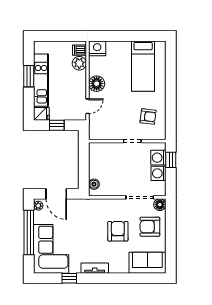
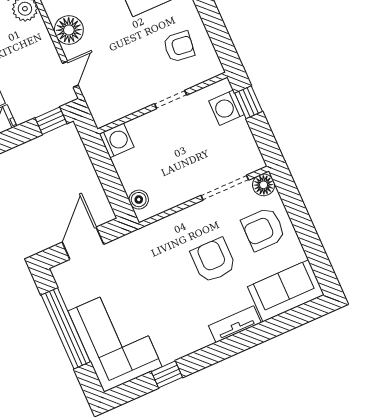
window: (57, 125) -> (51, 121), moved
washing machine: (159, 173) -> (117, 140), moved, turned 180
door: (56, 194) -> (83, 243), swing flipped
plant: (38, 206) -> (62, 276), removed
tv unit: (95, 268) -> (235, 324), moved

